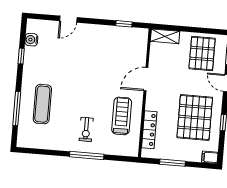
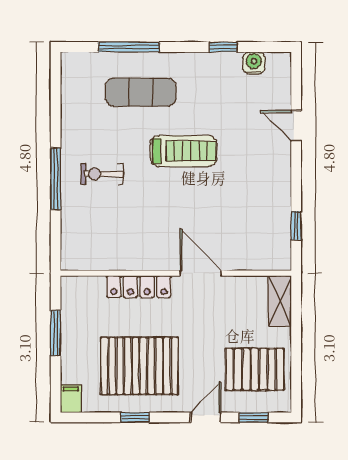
treadmill: (122, 116) -> (184, 151), moved
locker: (149, 130) -> (139, 287), moved

